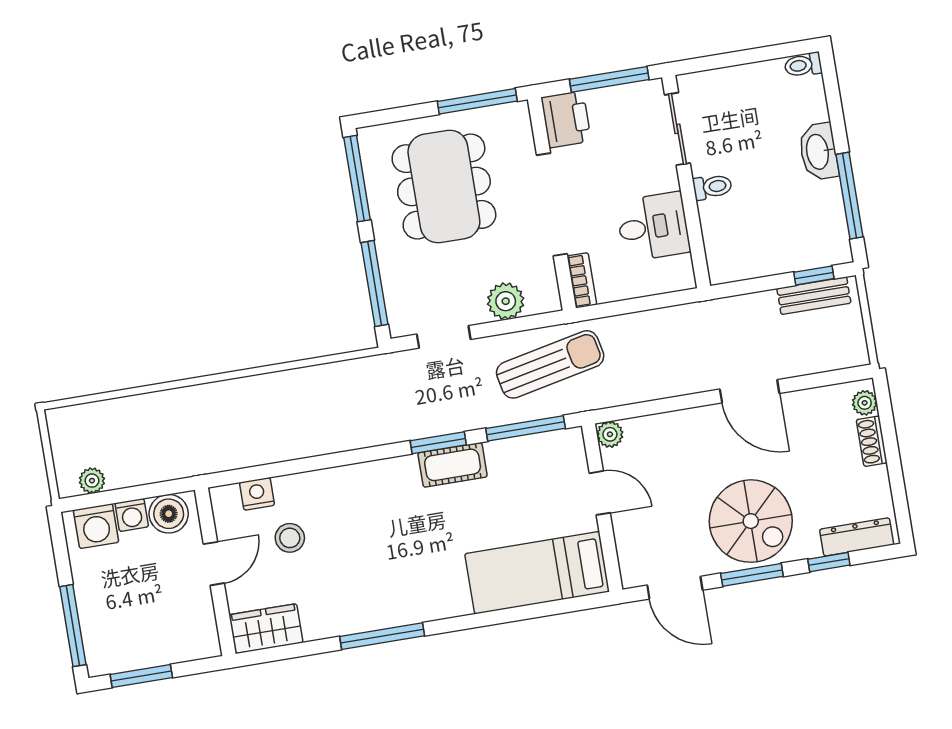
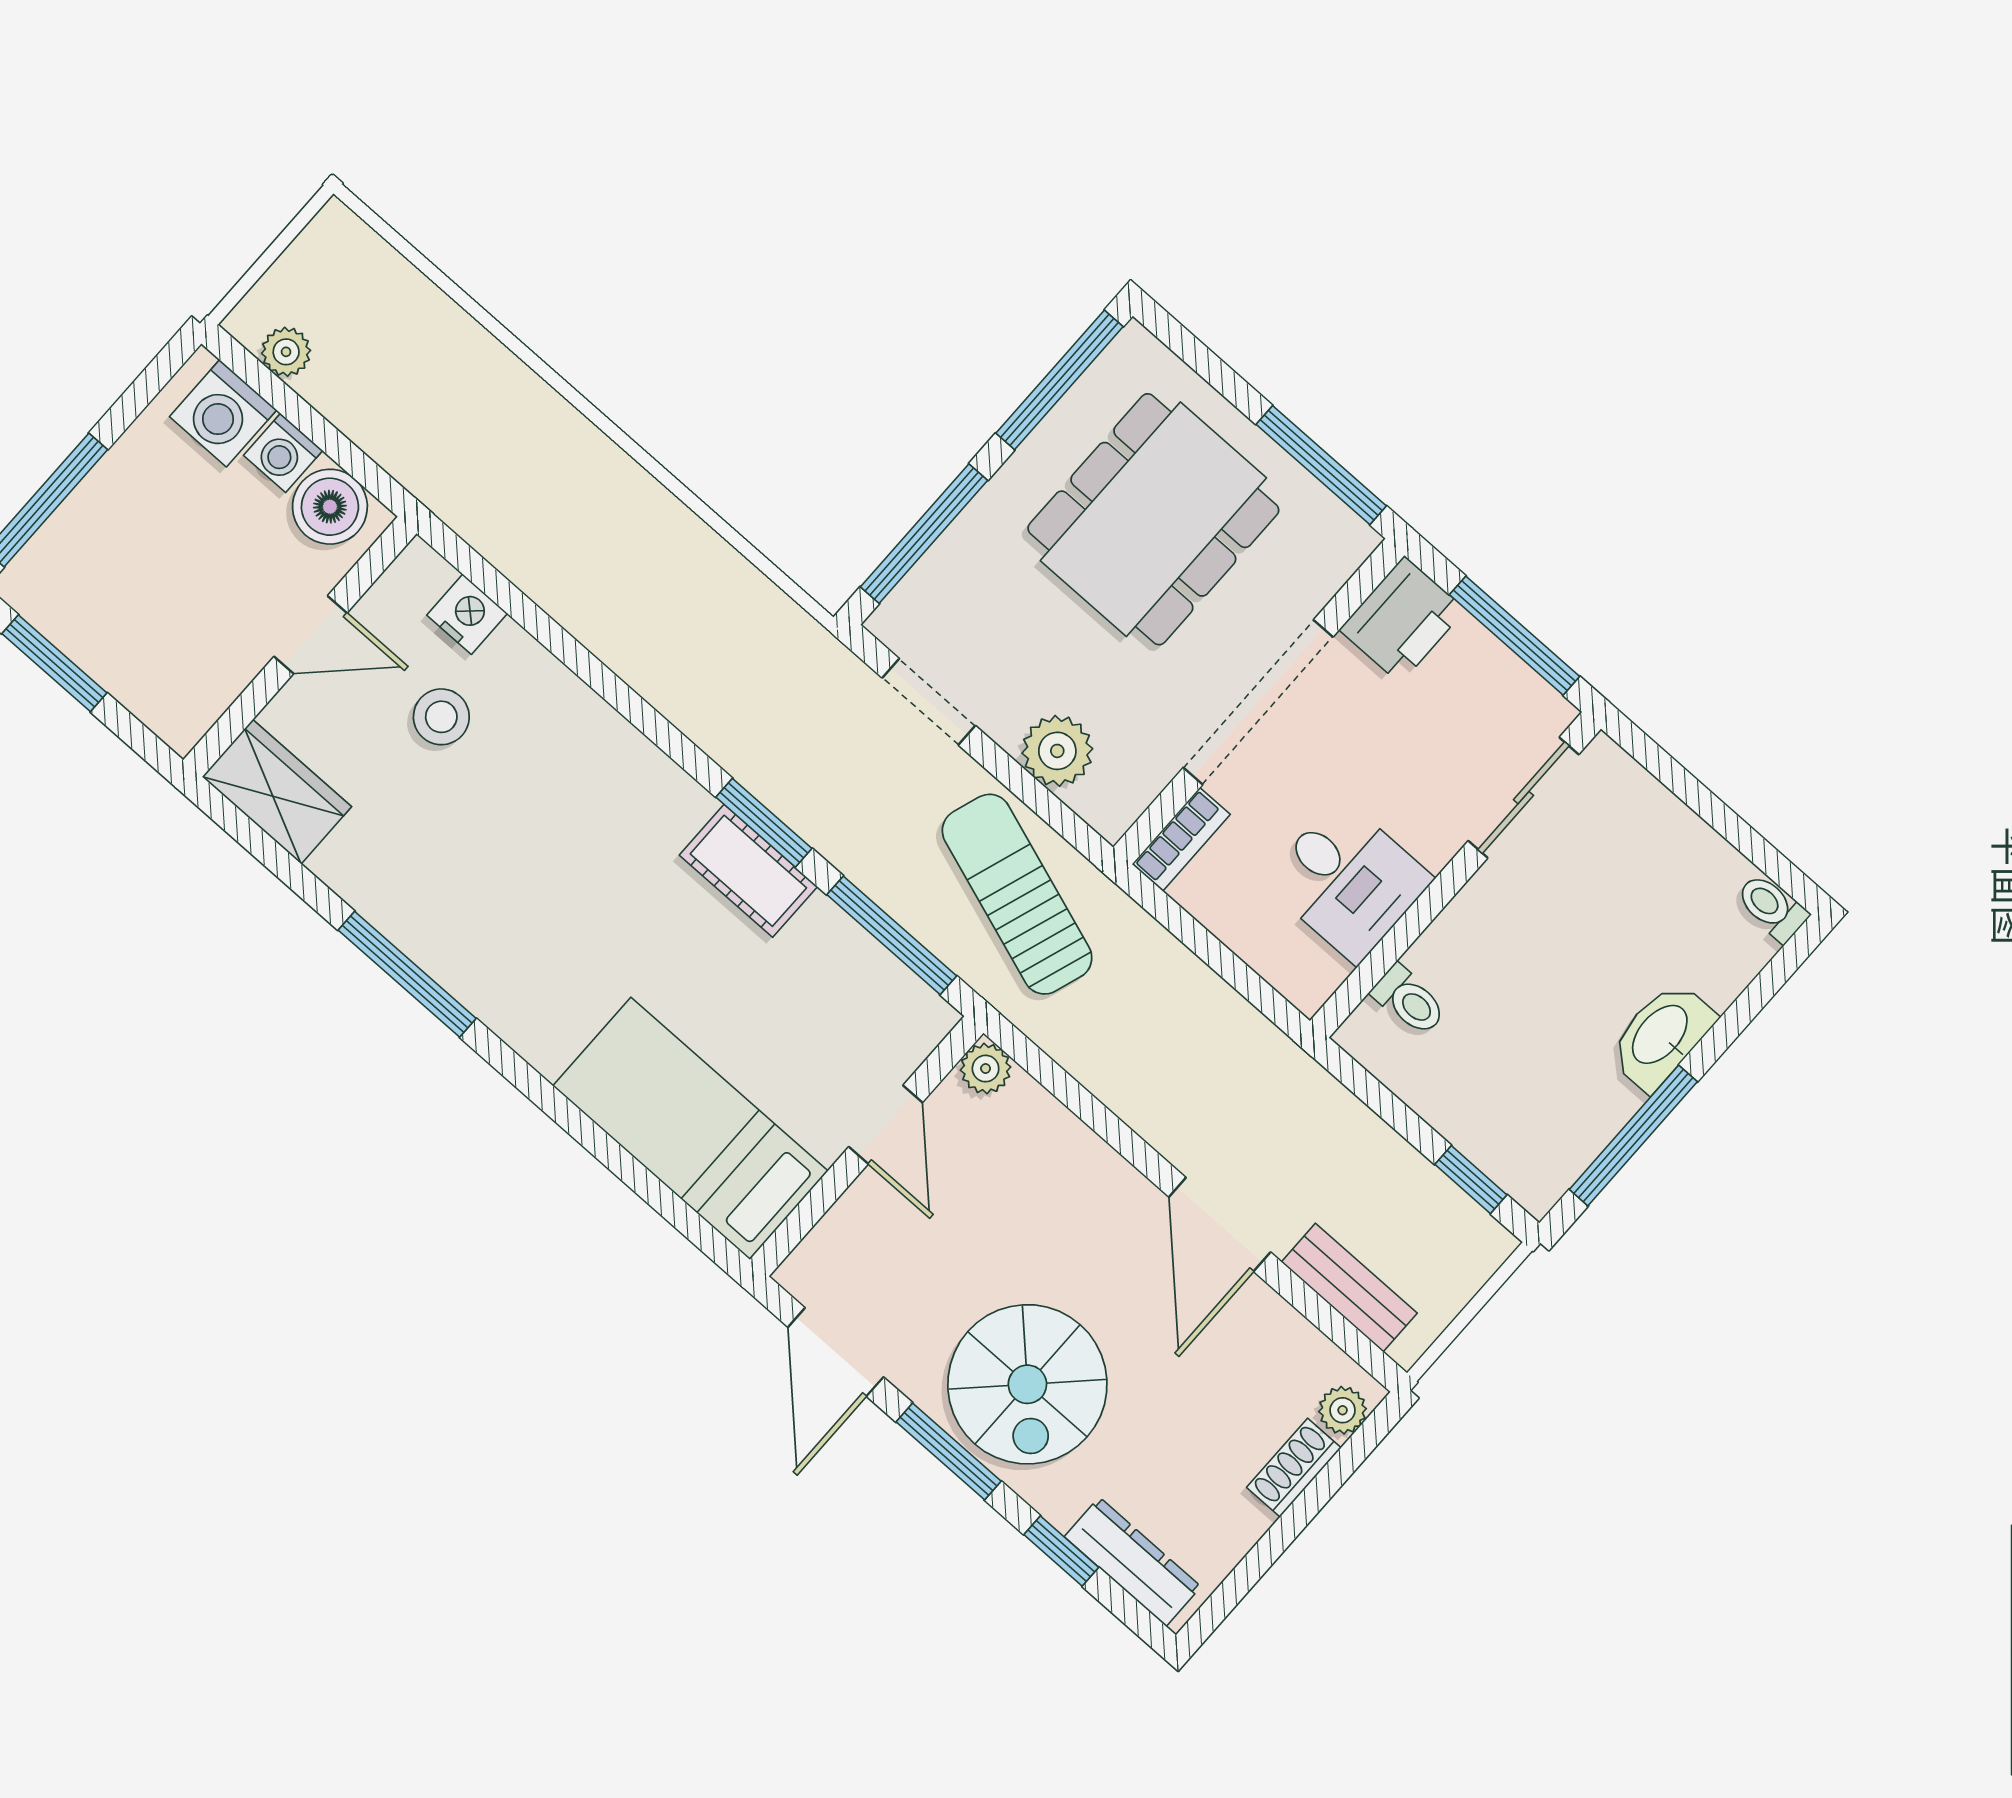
toilet: (712, 187) -> (1409, 1000), moved
bench: (814, 296) -> (1349, 1288), moved
sun lounger: (550, 364) -> (1017, 894), turned -149

